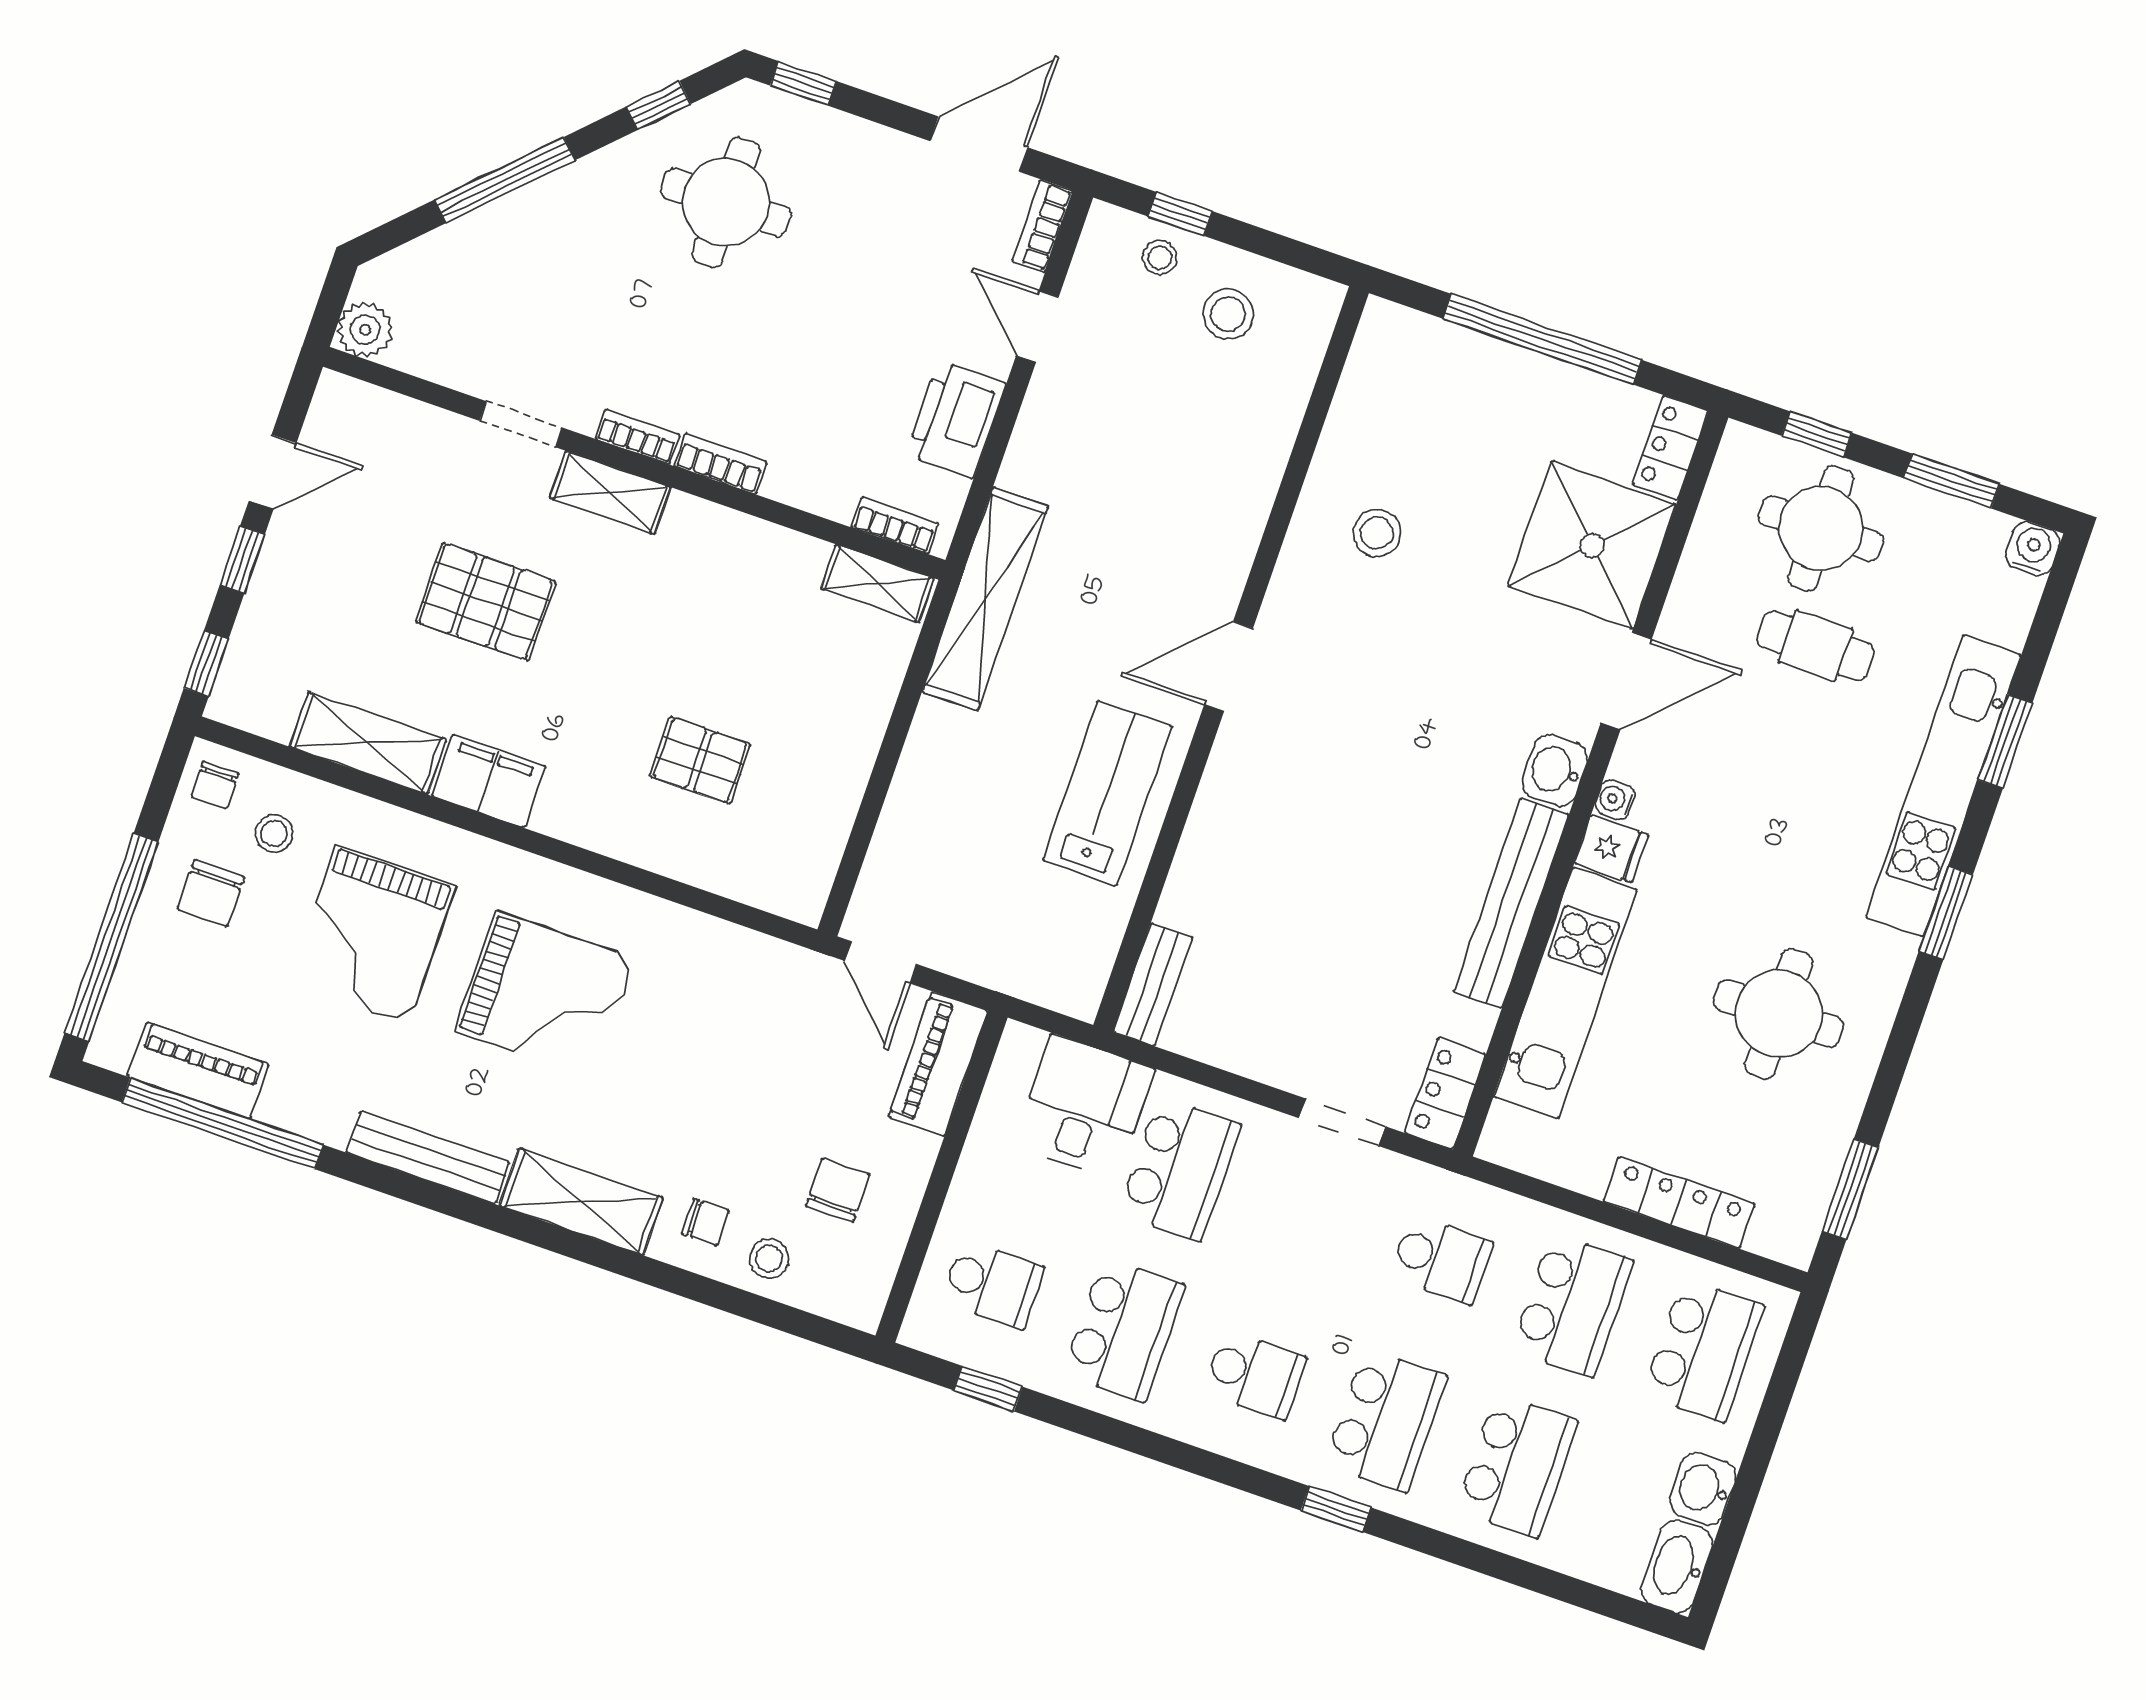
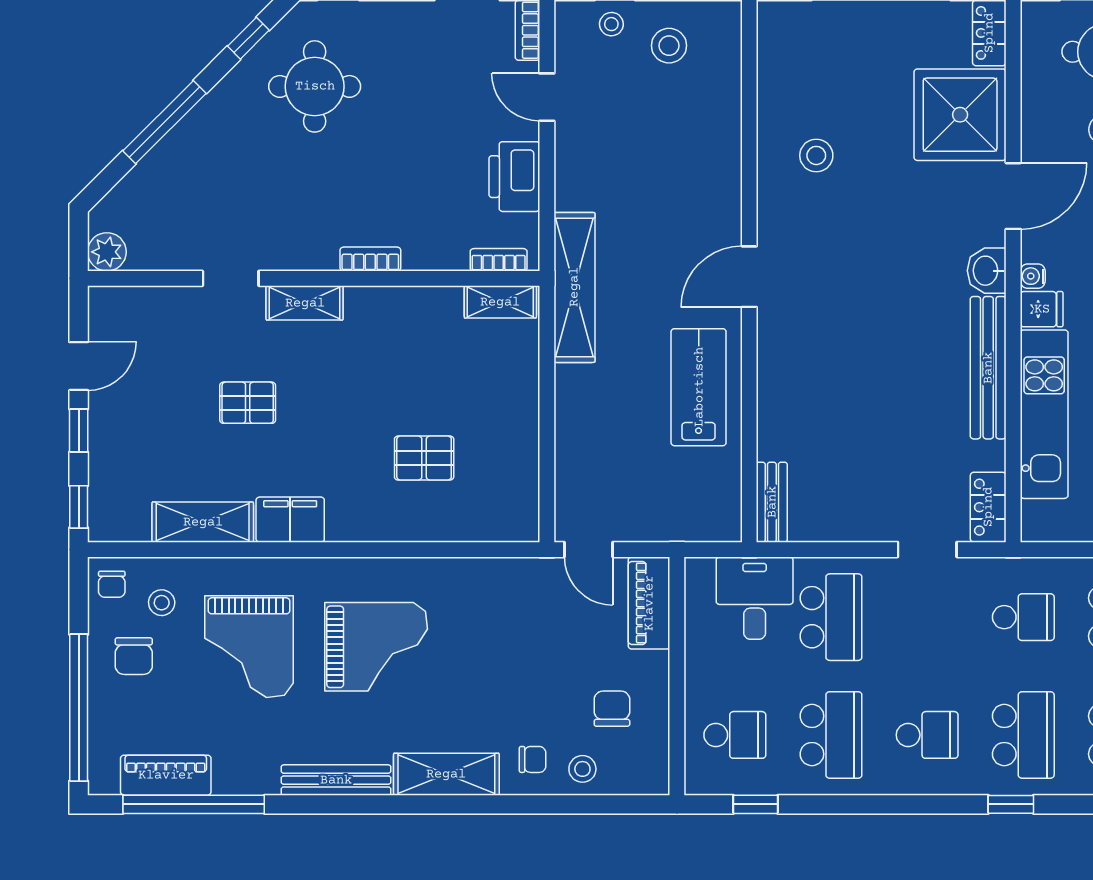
bookcase: (638, 437) -> (310, 260), removed
pallet: (486, 602) -> (248, 403), width x0.67, depth x0.71

